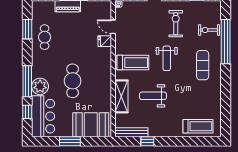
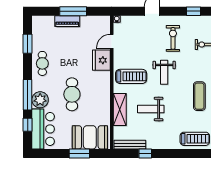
door: (113, 27) -> (112, 41), hinge flipped
cafe table: (45, 37) -> (42, 63), moved
fridge: (105, 41) -> (101, 60), width x1.88, depth x1.34
exercise mat: (203, 65) -> (199, 96), moved
window: (70, 141) -> (79, 153), moved

